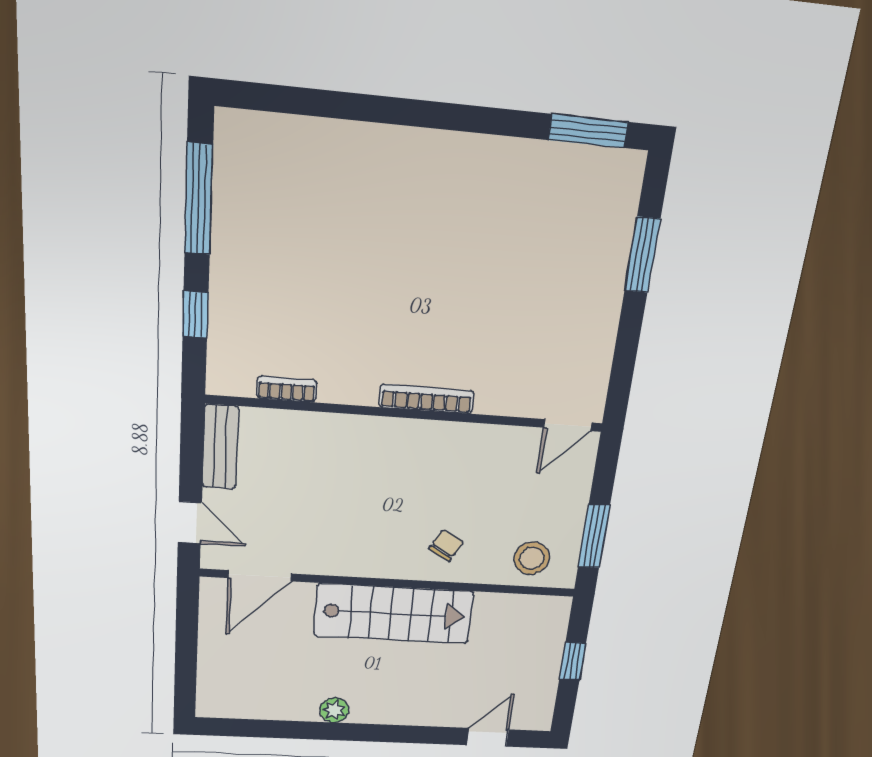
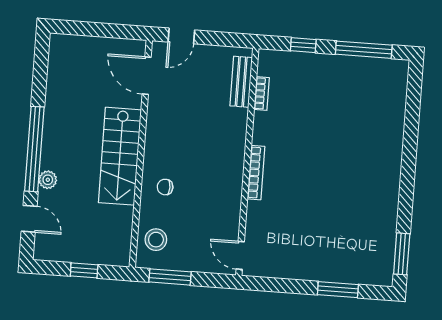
bench: (220, 447) -> (241, 82), moved, turned 90
chair: (446, 545) -> (165, 187), turned 150
plant: (334, 710) -> (48, 180), moved
window: (380, 733) -> (34, 149), added

